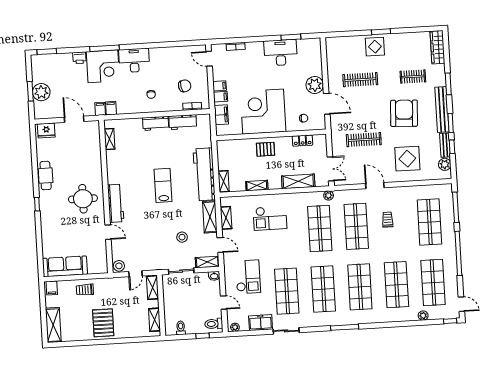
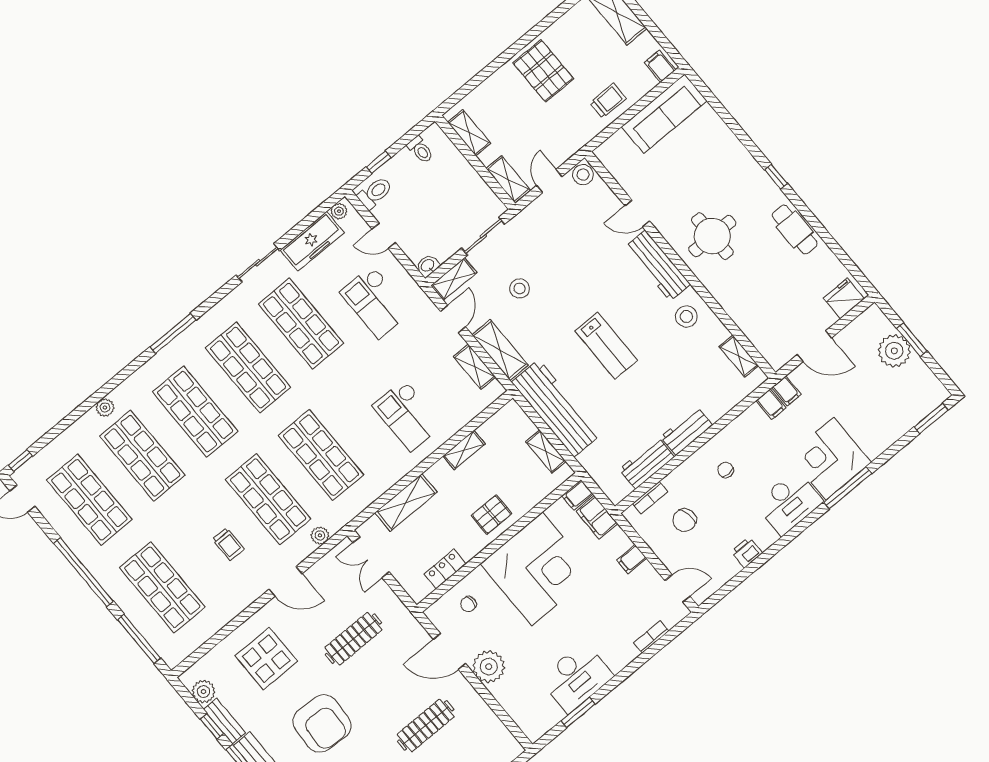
printer: (79, 58) -> (747, 552), moved
filing cabinet: (220, 97) -> (577, 495), moved
stool: (119, 173) -> (686, 316), added
shelving: (224, 181) -> (546, 452), moved
plant: (329, 195) -> (320, 535), moved
checkout: (270, 218) -> (408, 415), turned -90
door: (220, 245) -> (453, 319), swing flipped
plant: (423, 316) -> (105, 407), moved
freezer: (261, 323) -> (312, 241), width x1.40

